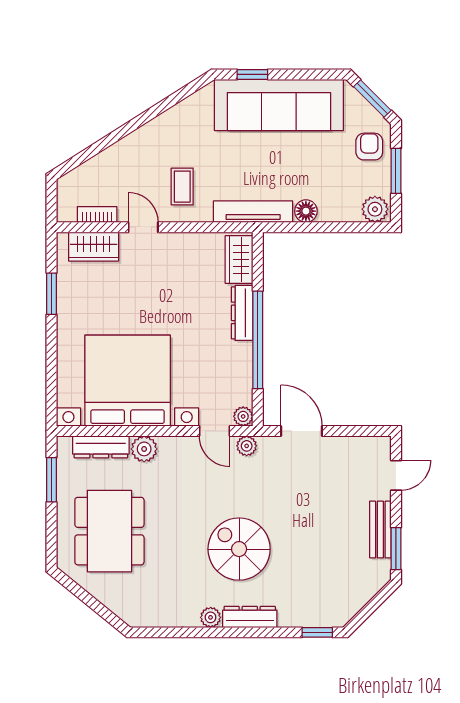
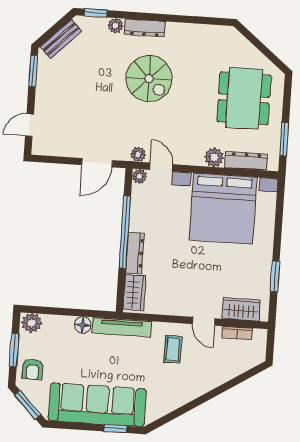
door: (301, 431) -> (97, 163), hinge flipped
bench: (380, 530) -> (61, 39), moved, turned 45
plant: (211, 617) -> (116, 26), moved

